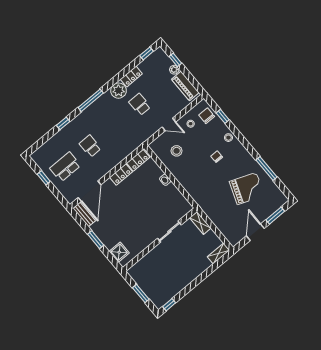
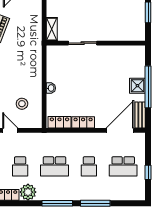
window: (63, 123) -> (95, 203), width x2.17
school desk: (115, 125) -> (55, 166), added
window: (96, 240) -> (148, 87), width x2.11
shower: (119, 252) -> (137, 86), moved

